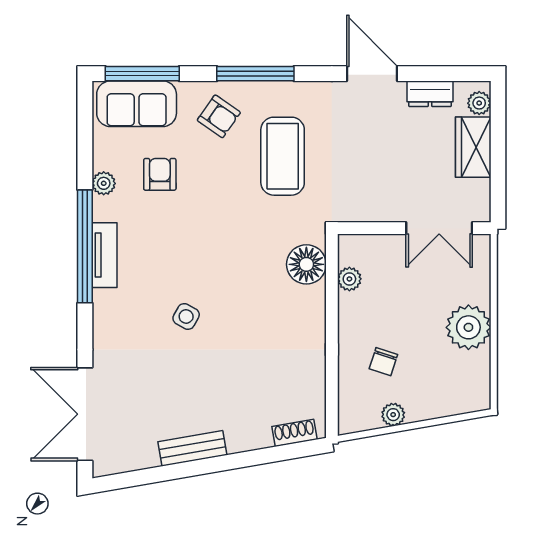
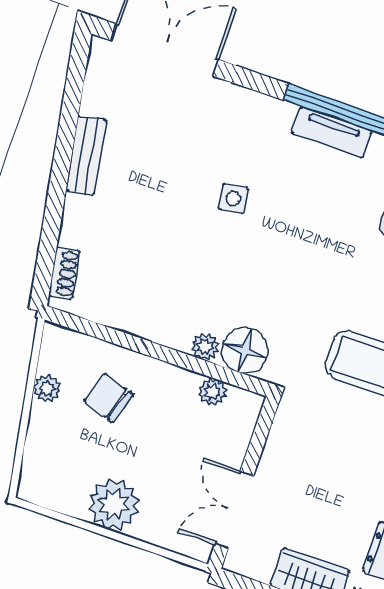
plant: (315, 298) -> (205, 347), added
side table: (186, 316) -> (233, 198), turned -37
chair: (383, 362) -> (109, 398), width x1.37, depth x1.37

